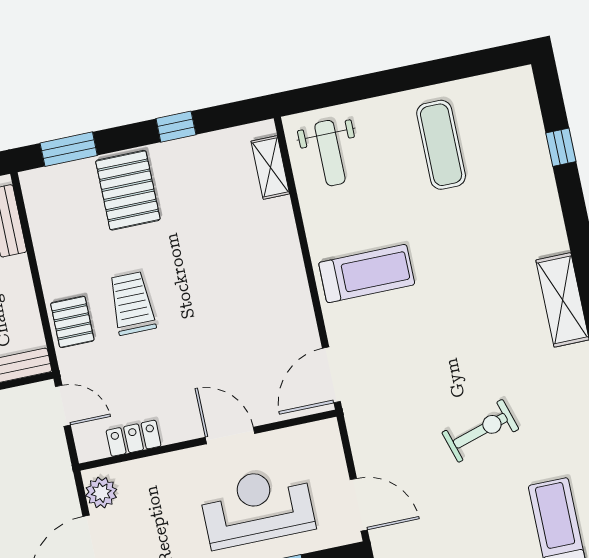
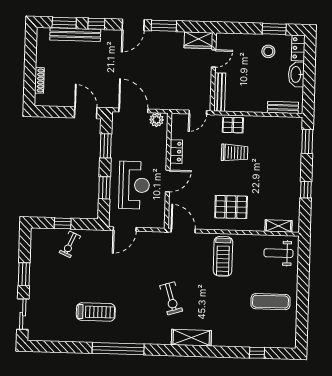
pallet: (128, 190) -> (231, 207), moved
exercise bike: (480, 431) -> (171, 298), moved
locker: (134, 438) -> (176, 152), moved

